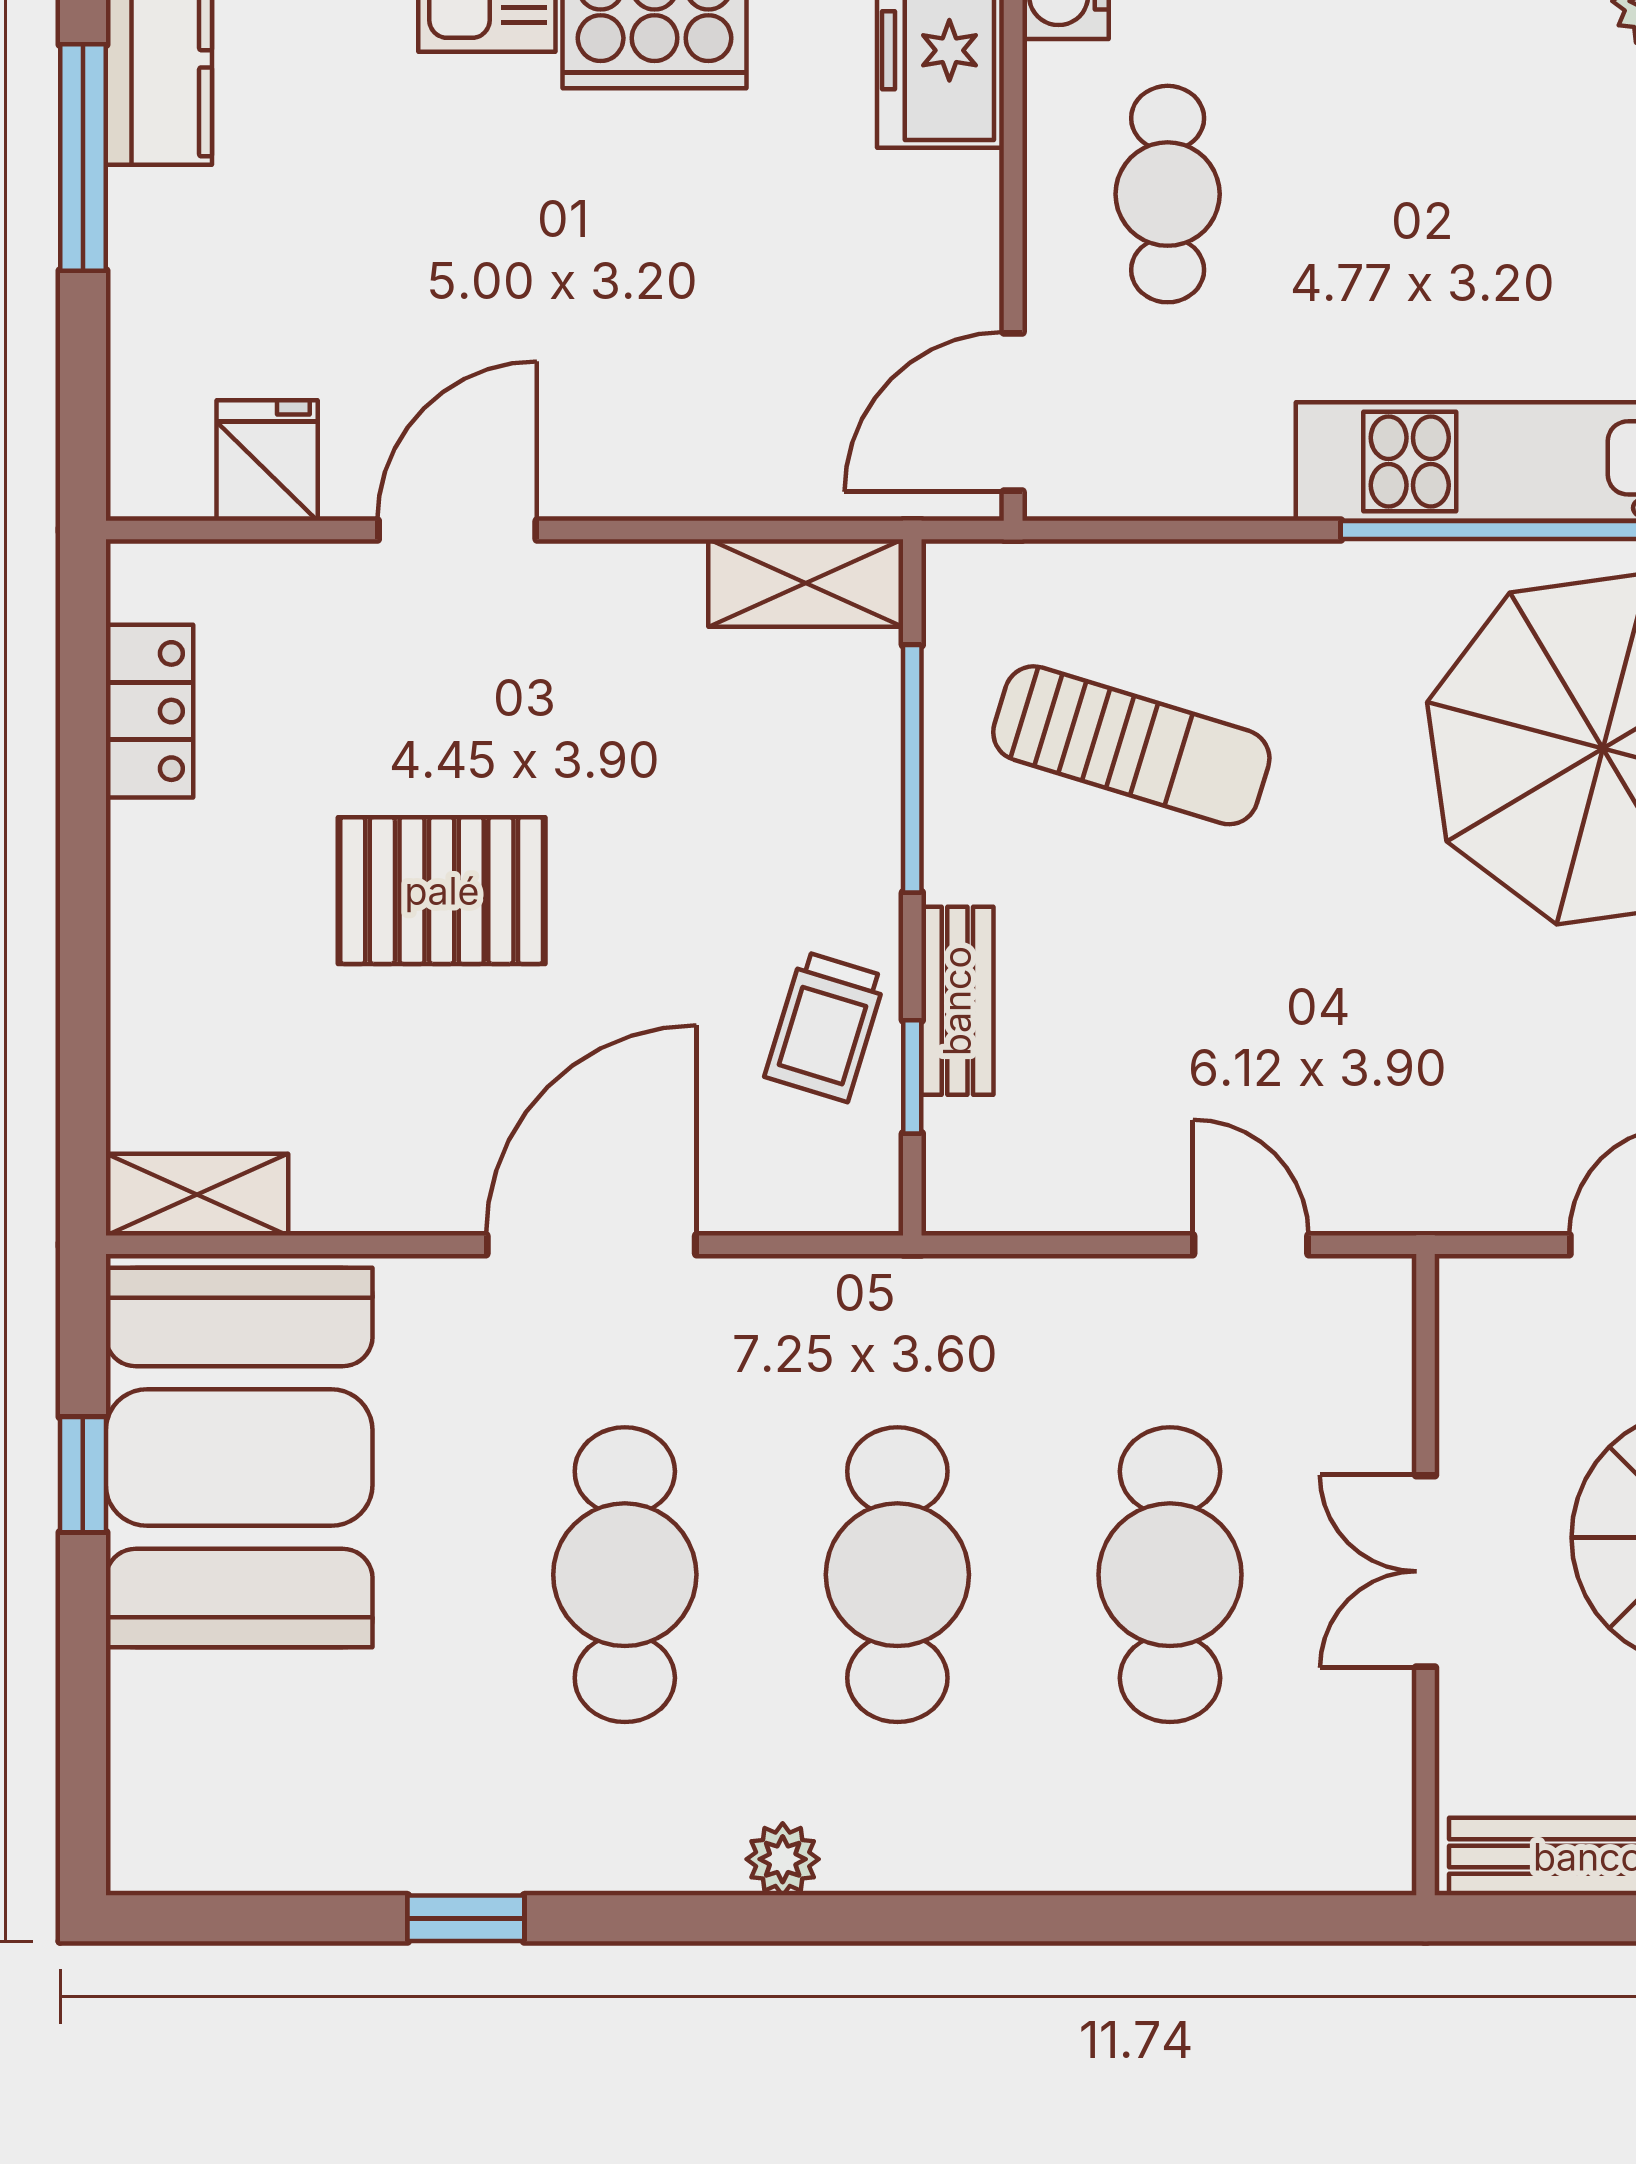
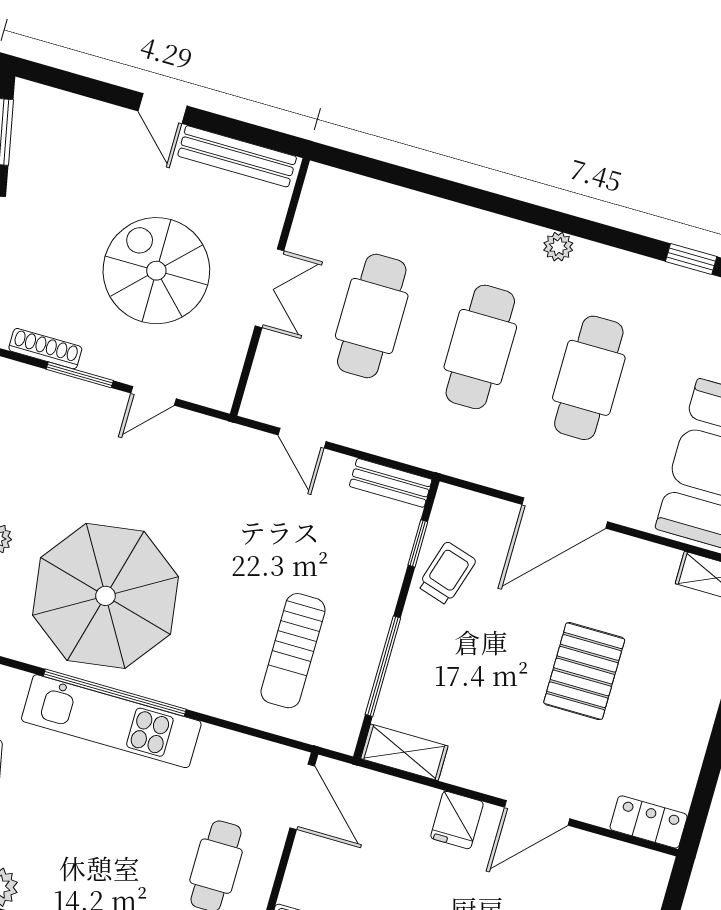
door: (1013, 412) -> (302, 797), hinge flipped
fridge: (267, 461) -> (457, 820), moved
locker: (150, 711) -> (649, 822), moved, turned 90
sun lounger: (1131, 745) -> (293, 651), turned -107
pallet: (442, 891) -> (584, 671), turned 90
bench: (957, 1001) -> (391, 483), moved, turned 90

